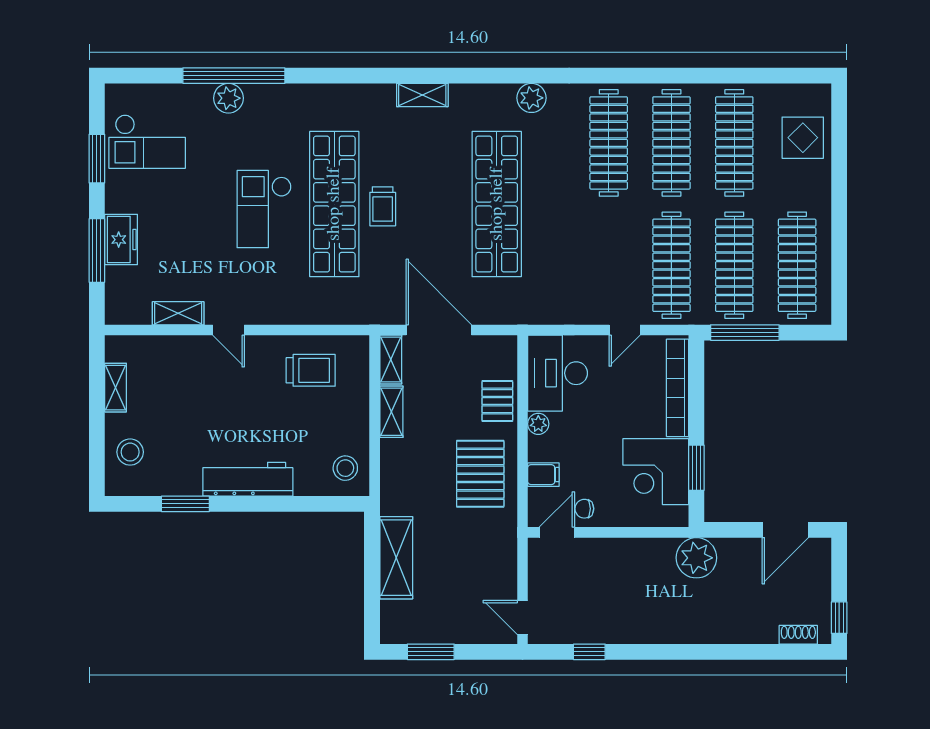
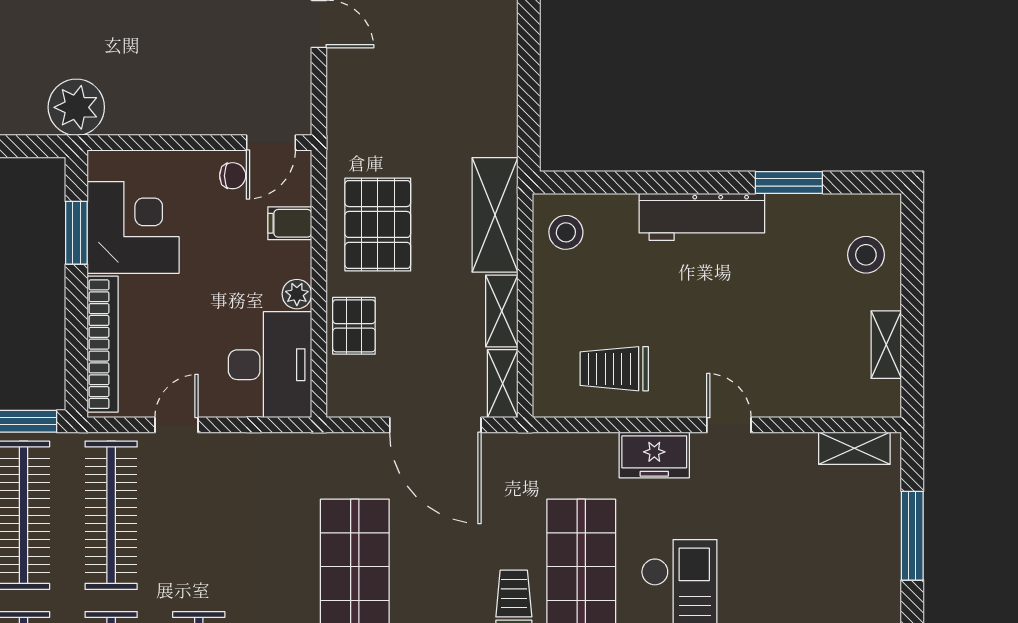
freezer: (121, 240) -> (654, 455), moved, turned -90
shelving: (178, 313) -> (854, 448), moved
shelving: (396, 558) -> (495, 215), moved

